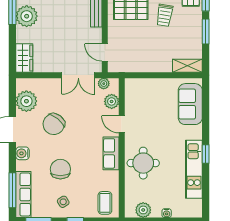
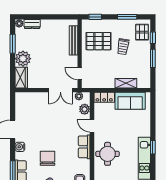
plant: (27, 16) -> (23, 59), moved
shelving: (187, 66) -> (126, 83), moved
locker: (139, 85) -> (104, 97), added
plant: (26, 101) -> (23, 109), removed
sofa: (190, 104) -> (130, 101), moved, turned -90
chair: (54, 124) -> (43, 126), removed

